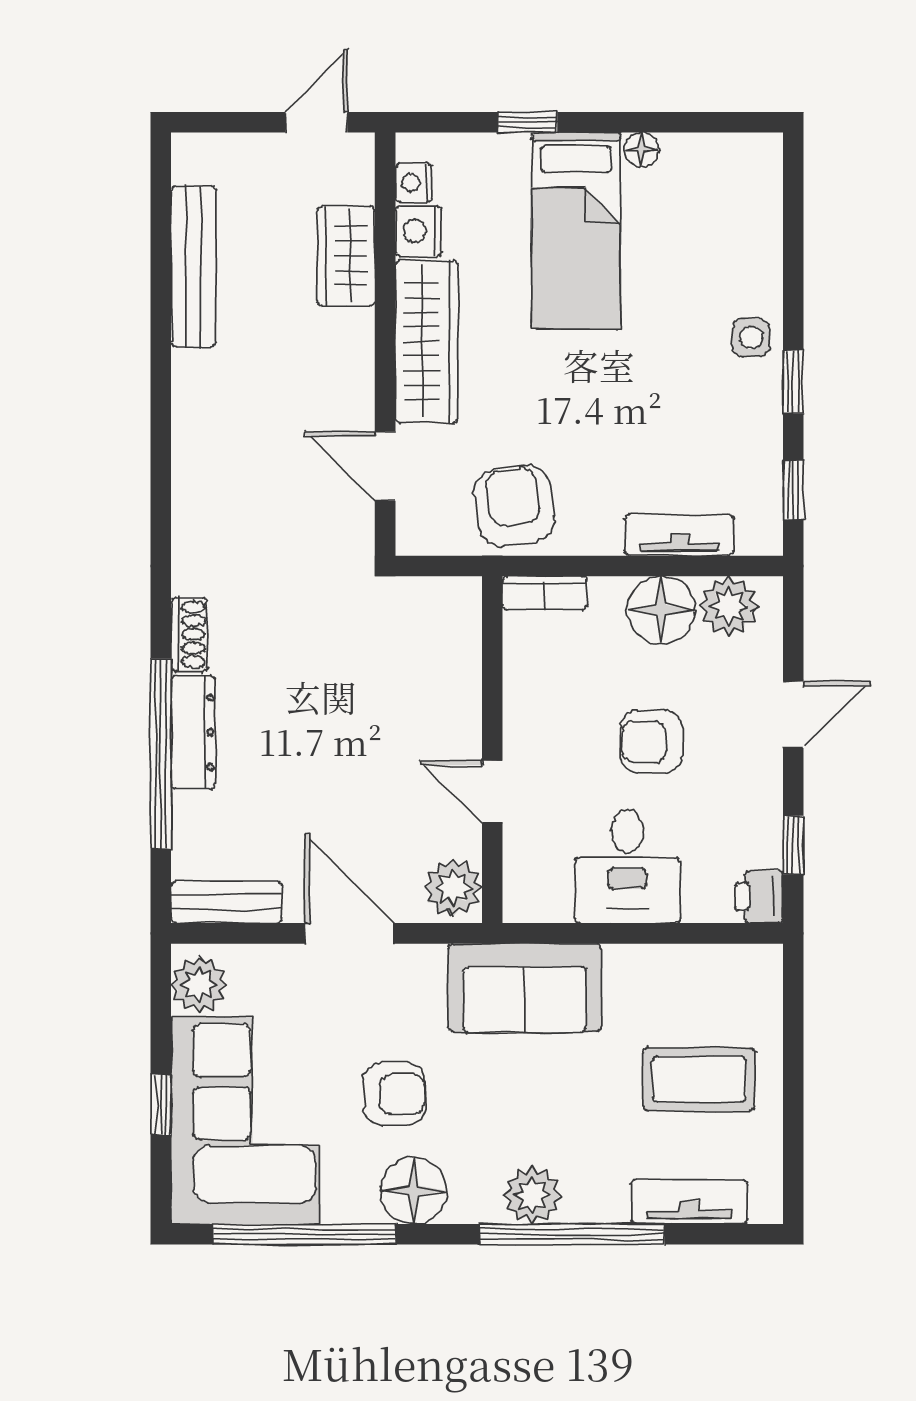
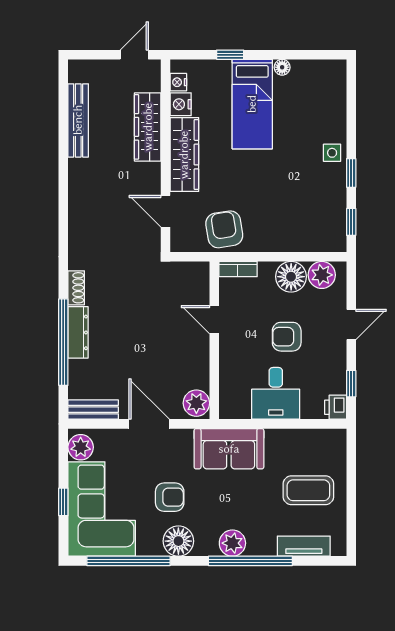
wardrobe: (346, 256) -> (148, 127), width x1.50
tv unit: (680, 535) -> (299, 243), removed
door: (492, 792) -> (214, 320), moved

